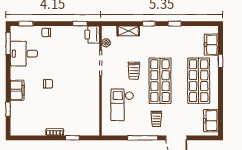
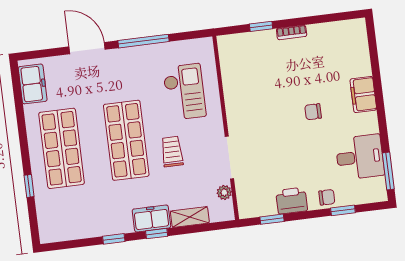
window: (26, 24) -> (343, 210), moved
printer: (92, 35) -> (292, 201), moved, turned -90
freezer: (211, 45) -> (151, 218), moved, turned -90
window: (8, 109) -> (375, 61), removed
trolley: (156, 119) -> (124, 76), removed

